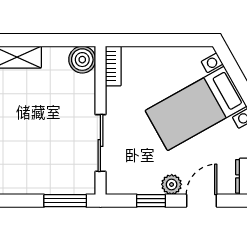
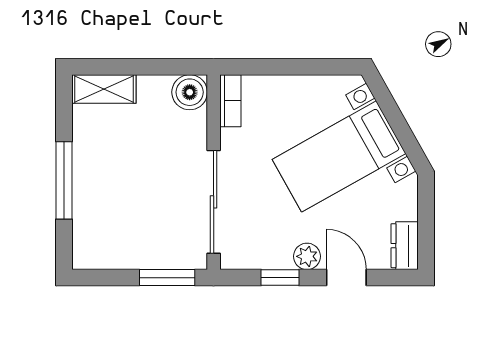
sliding door: (100, 143) -> (214, 202), width x1.37
door: (202, 201) -> (346, 278), hinge flipped

